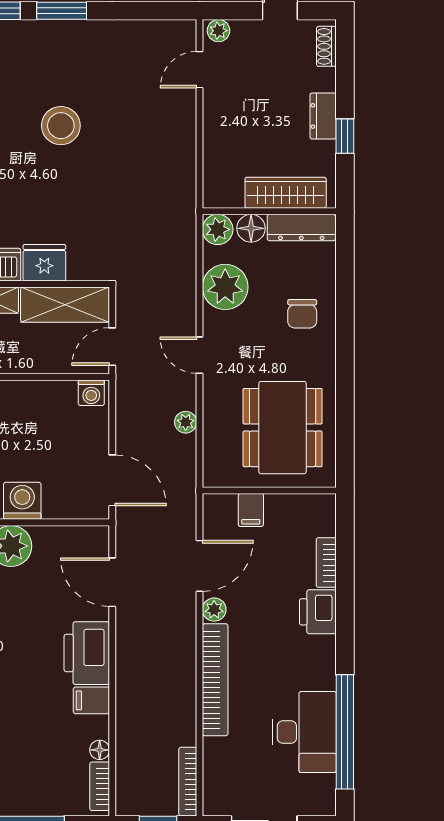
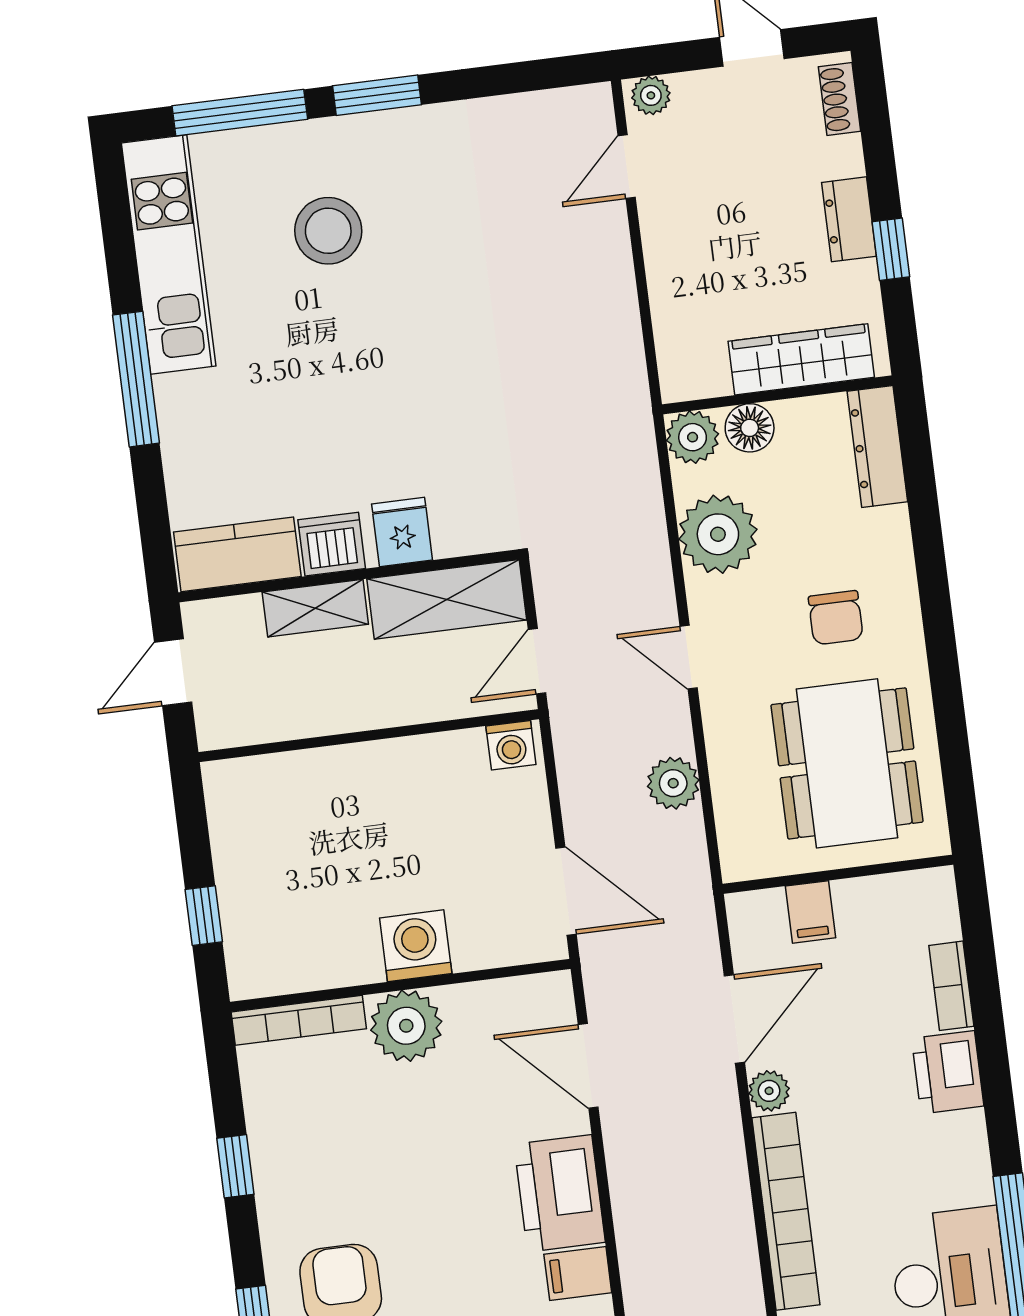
stool: (61, 126) -> (328, 231), moved
dresser: (301, 228) -> (877, 446), moved, turned 90
fridge: (44, 263) -> (402, 532), width x0.72
chair: (302, 314) -> (836, 618), moved
plant: (186, 422) -> (673, 783), width x1.38, depth x1.38

